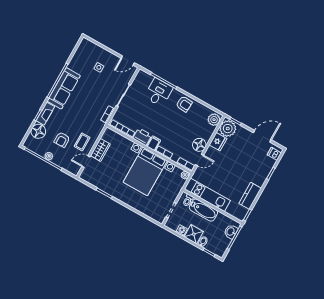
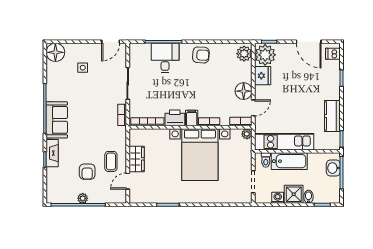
sofa: (64, 88) -> (57, 120), width x0.73
floor lamp: (38, 131) -> (55, 52), moved
door: (262, 136) -> (309, 42), swing flipped

